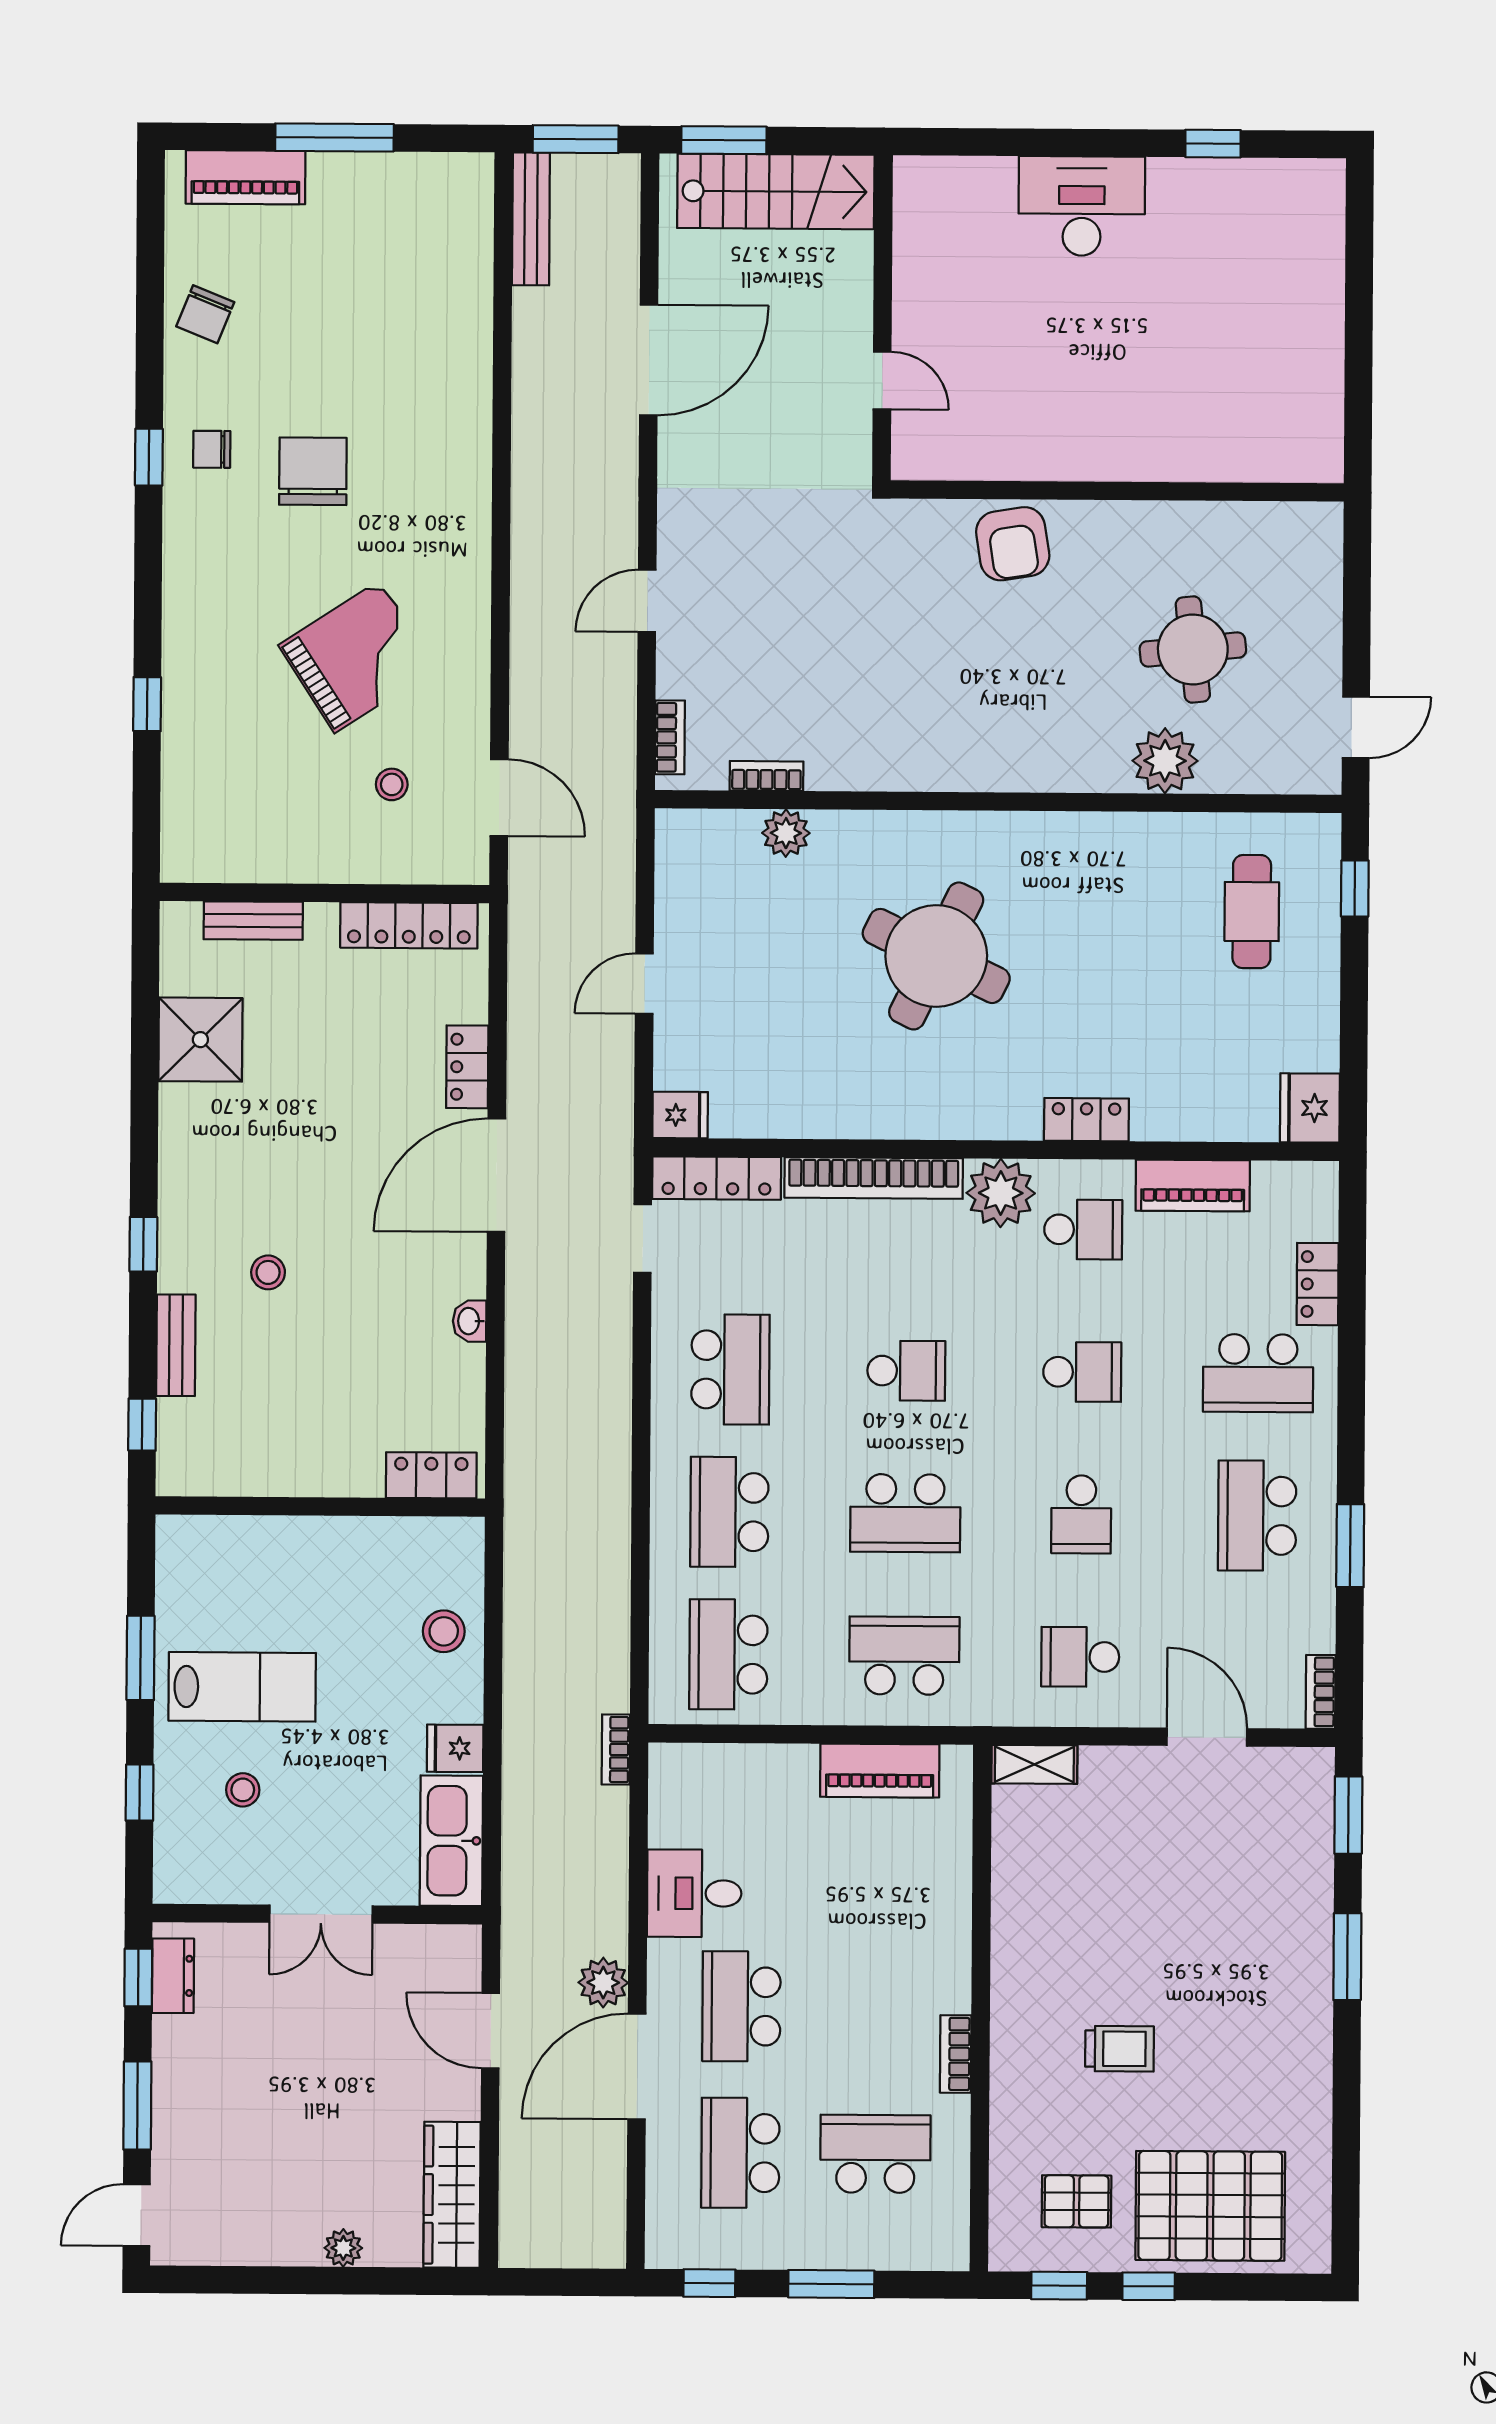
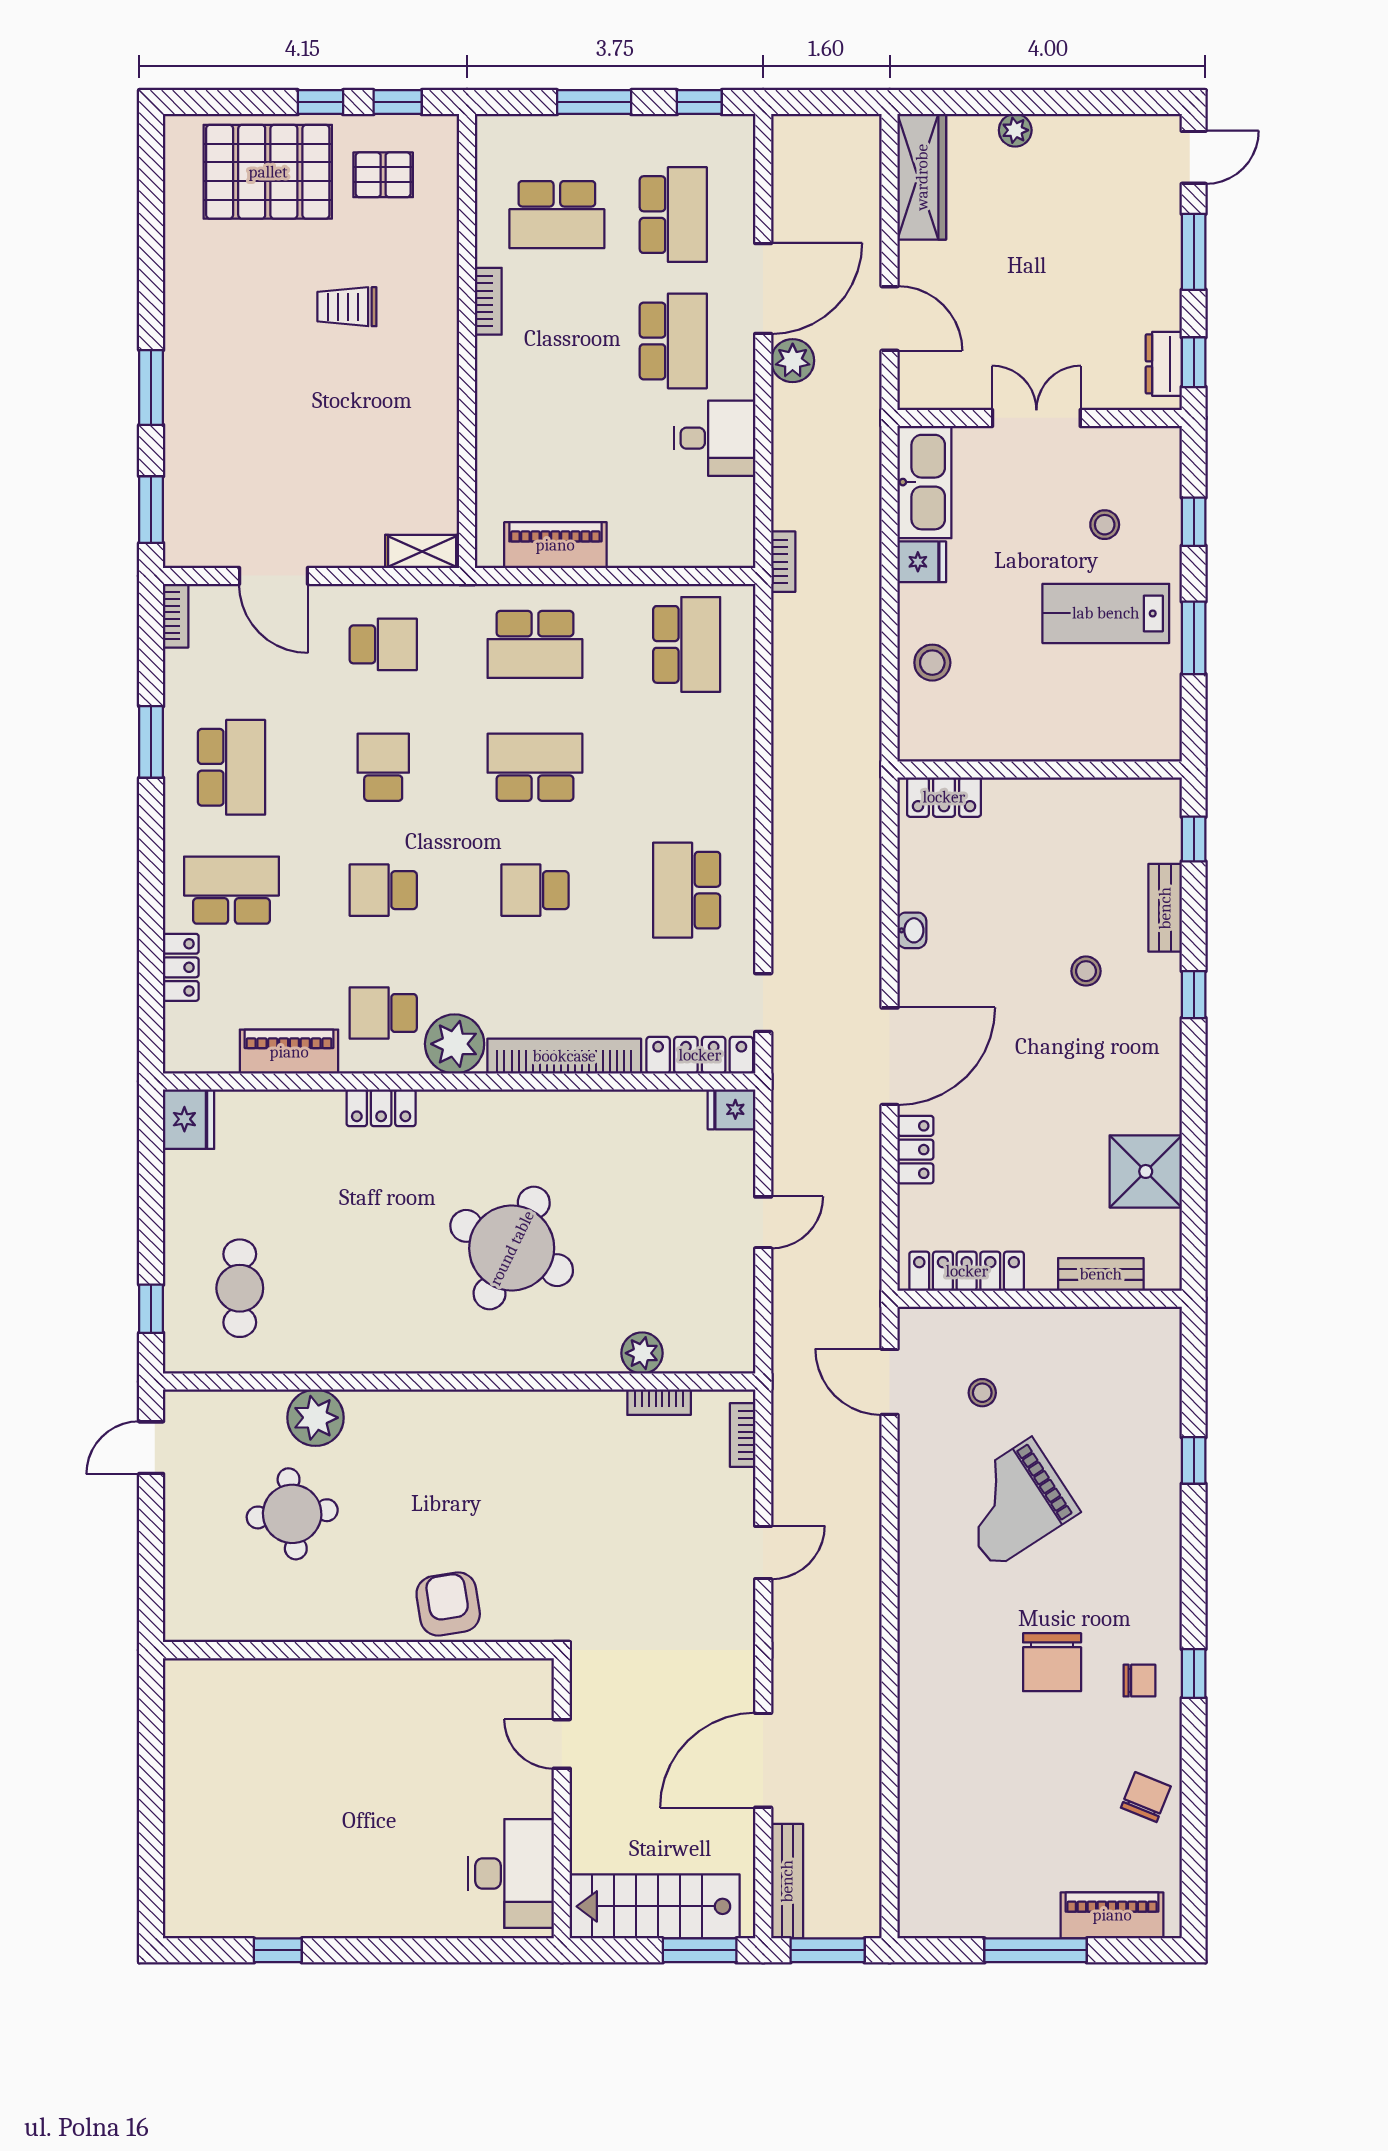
desk: (1082, 206) -> (511, 1873), moved, turned -90
bench: (531, 219) -> (787, 1881), moved
school desk: (729, 1512) -> (687, 767), removed

